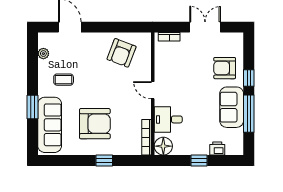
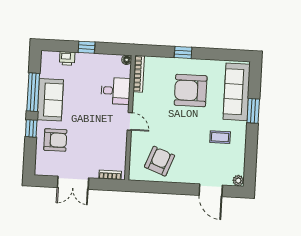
plant: (43, 54) -> (238, 181), moved
floor lamp: (163, 146) -> (127, 60), width x0.53, depth x0.53

